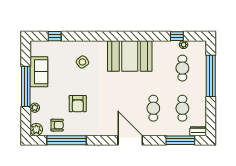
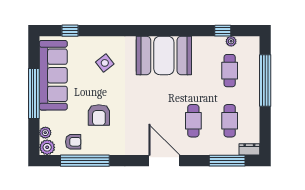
sofa: (39, 72) -> (53, 75), width x1.85, depth x1.27
plant: (35, 108) -> (45, 133), moved

